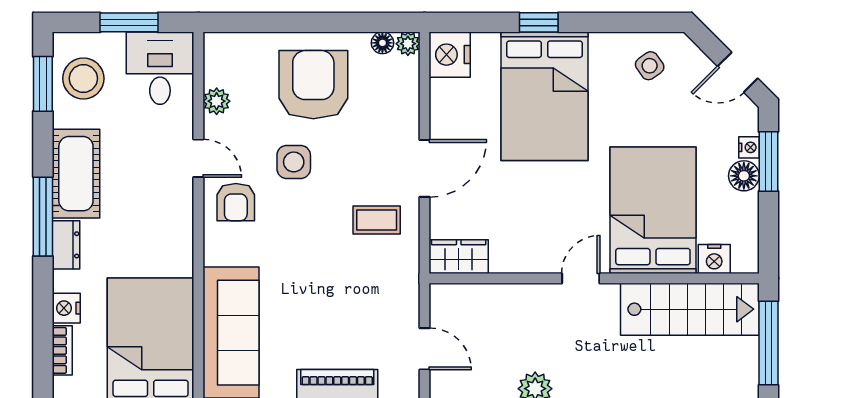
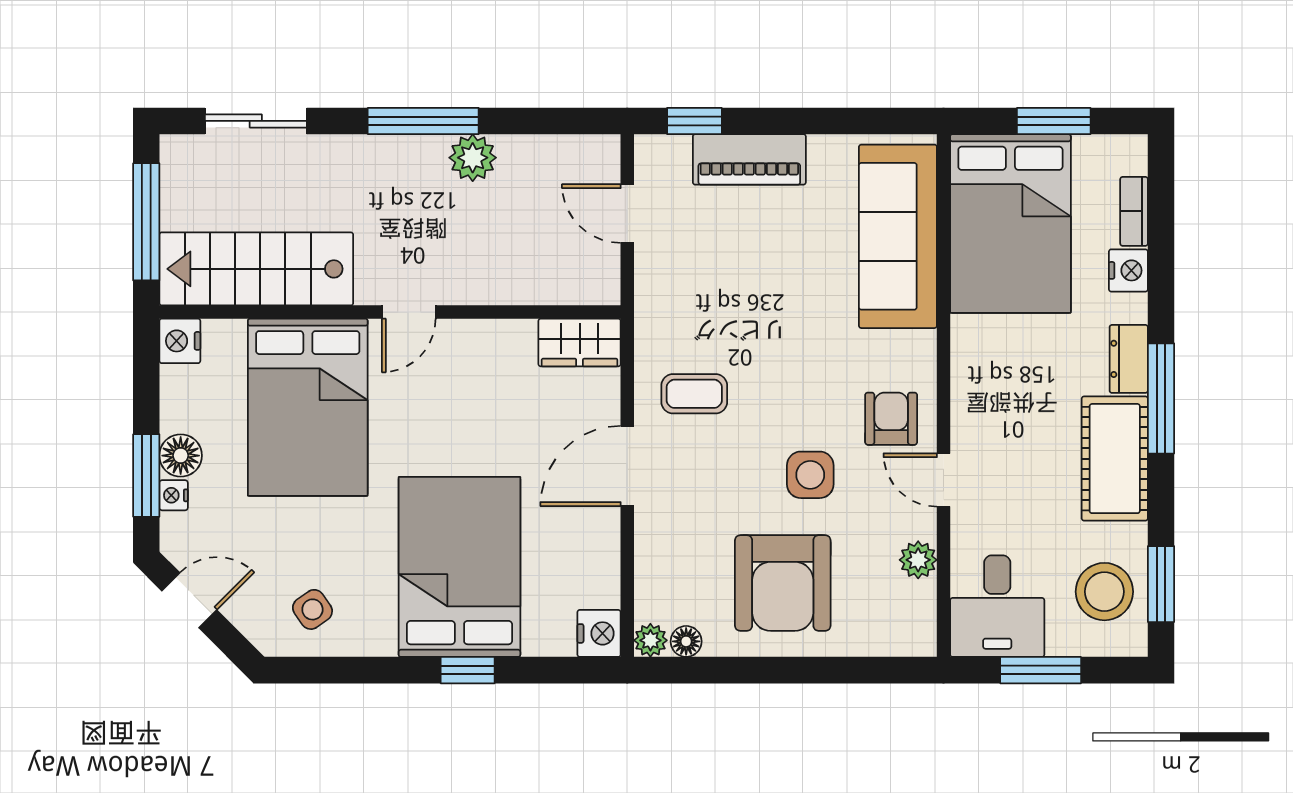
nightstand: (450, 55) -> (599, 633), width x0.74, depth x0.75
nightstand: (714, 259) -> (180, 341), moved, turned -90

